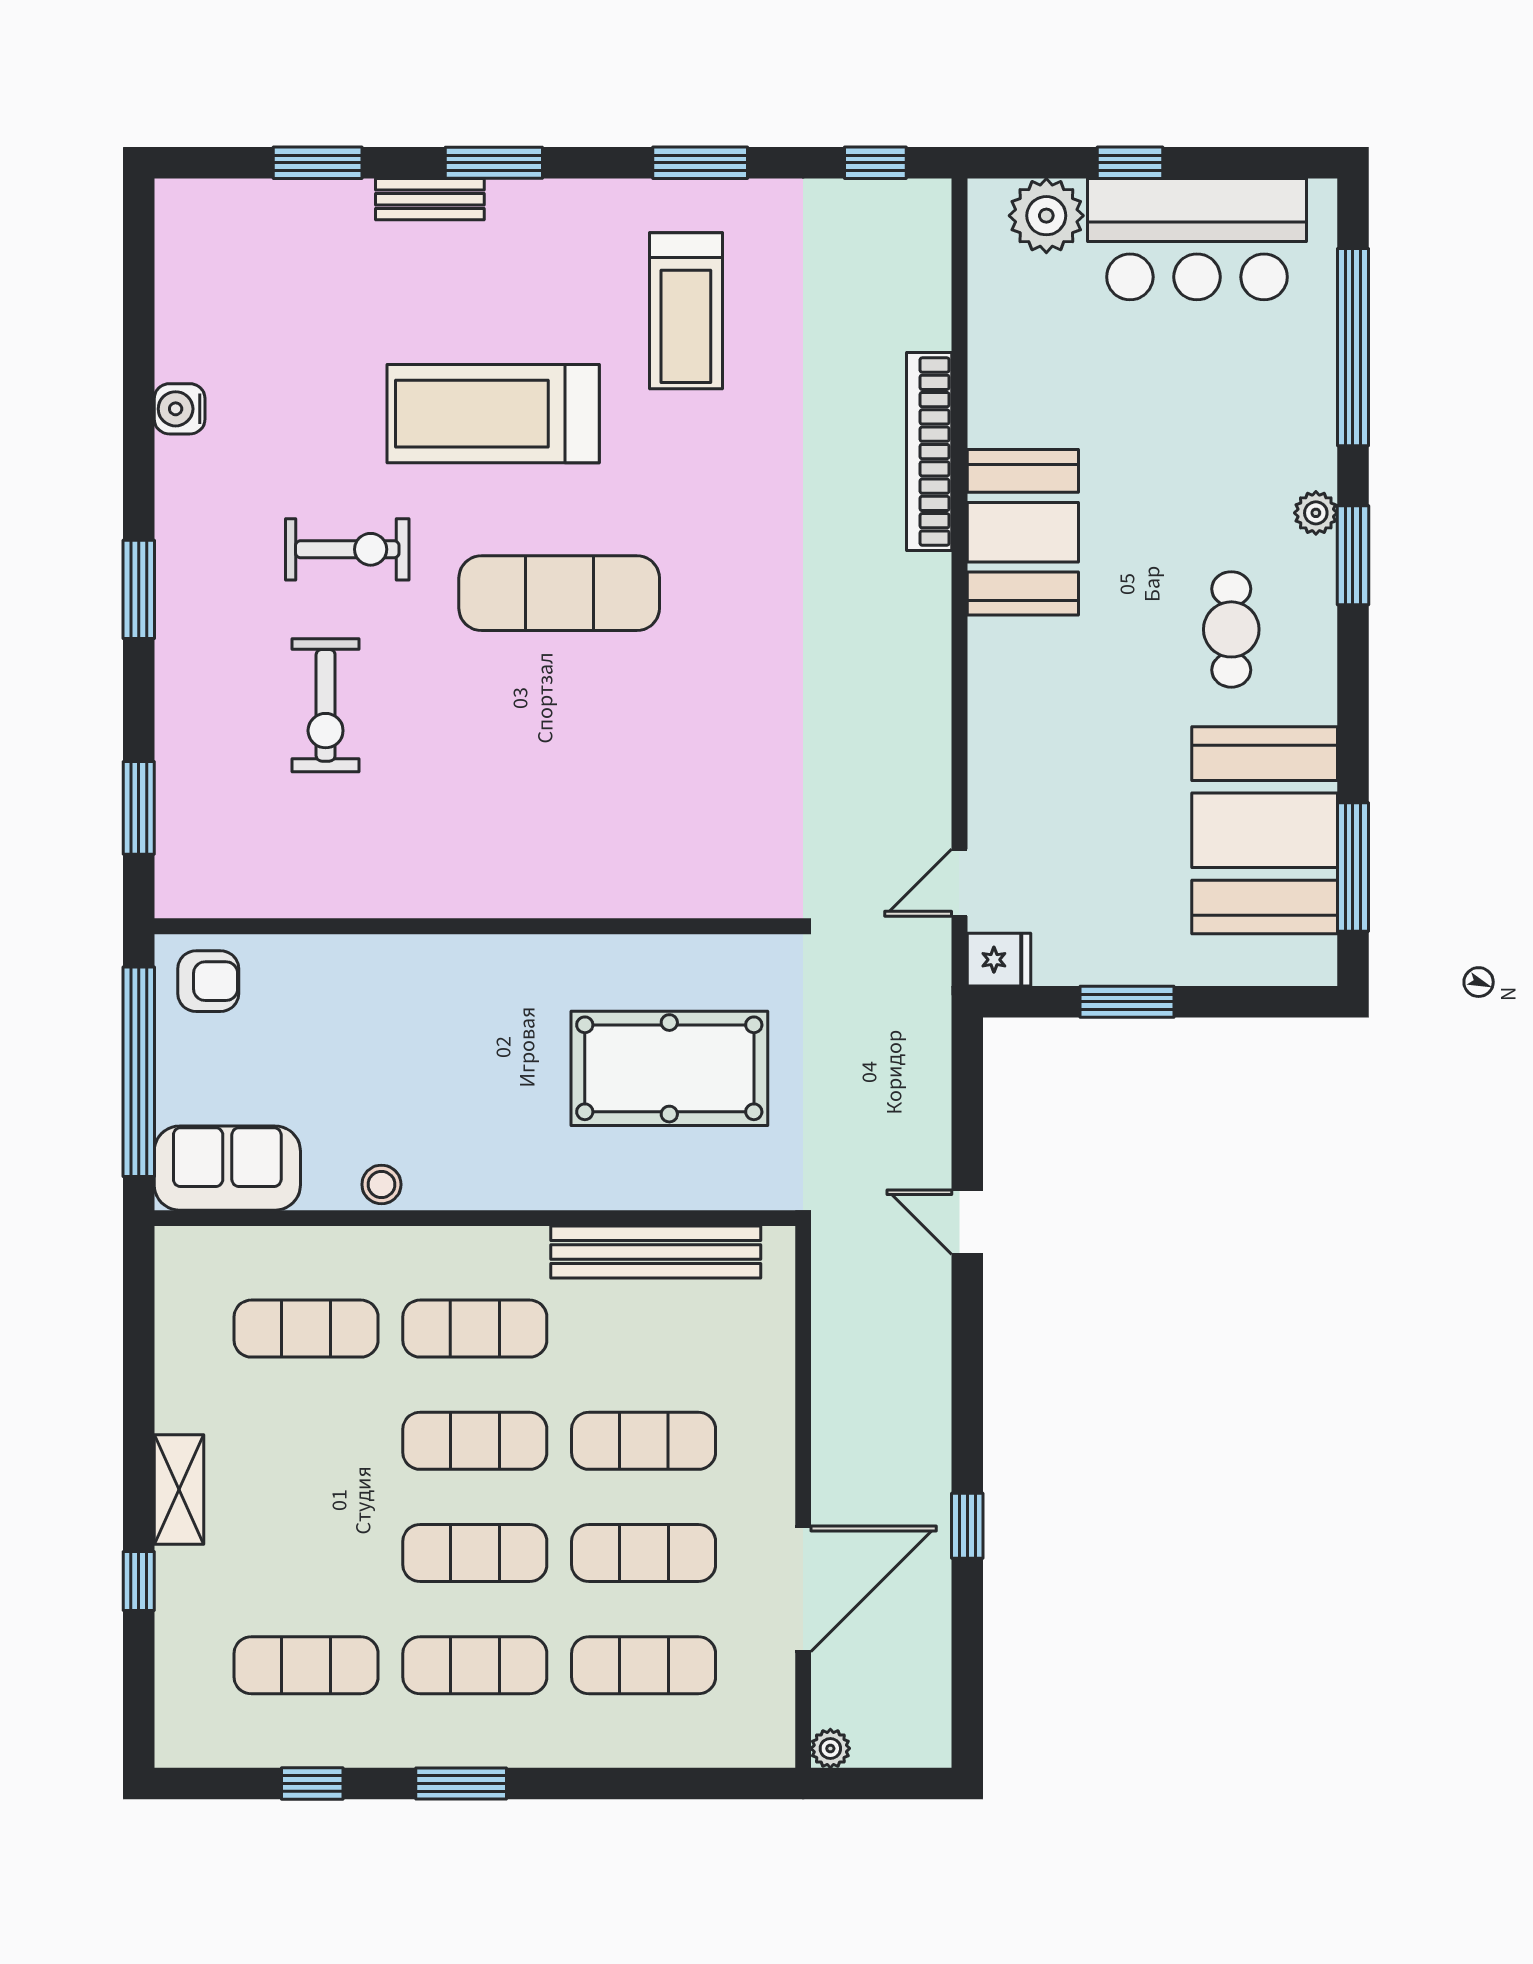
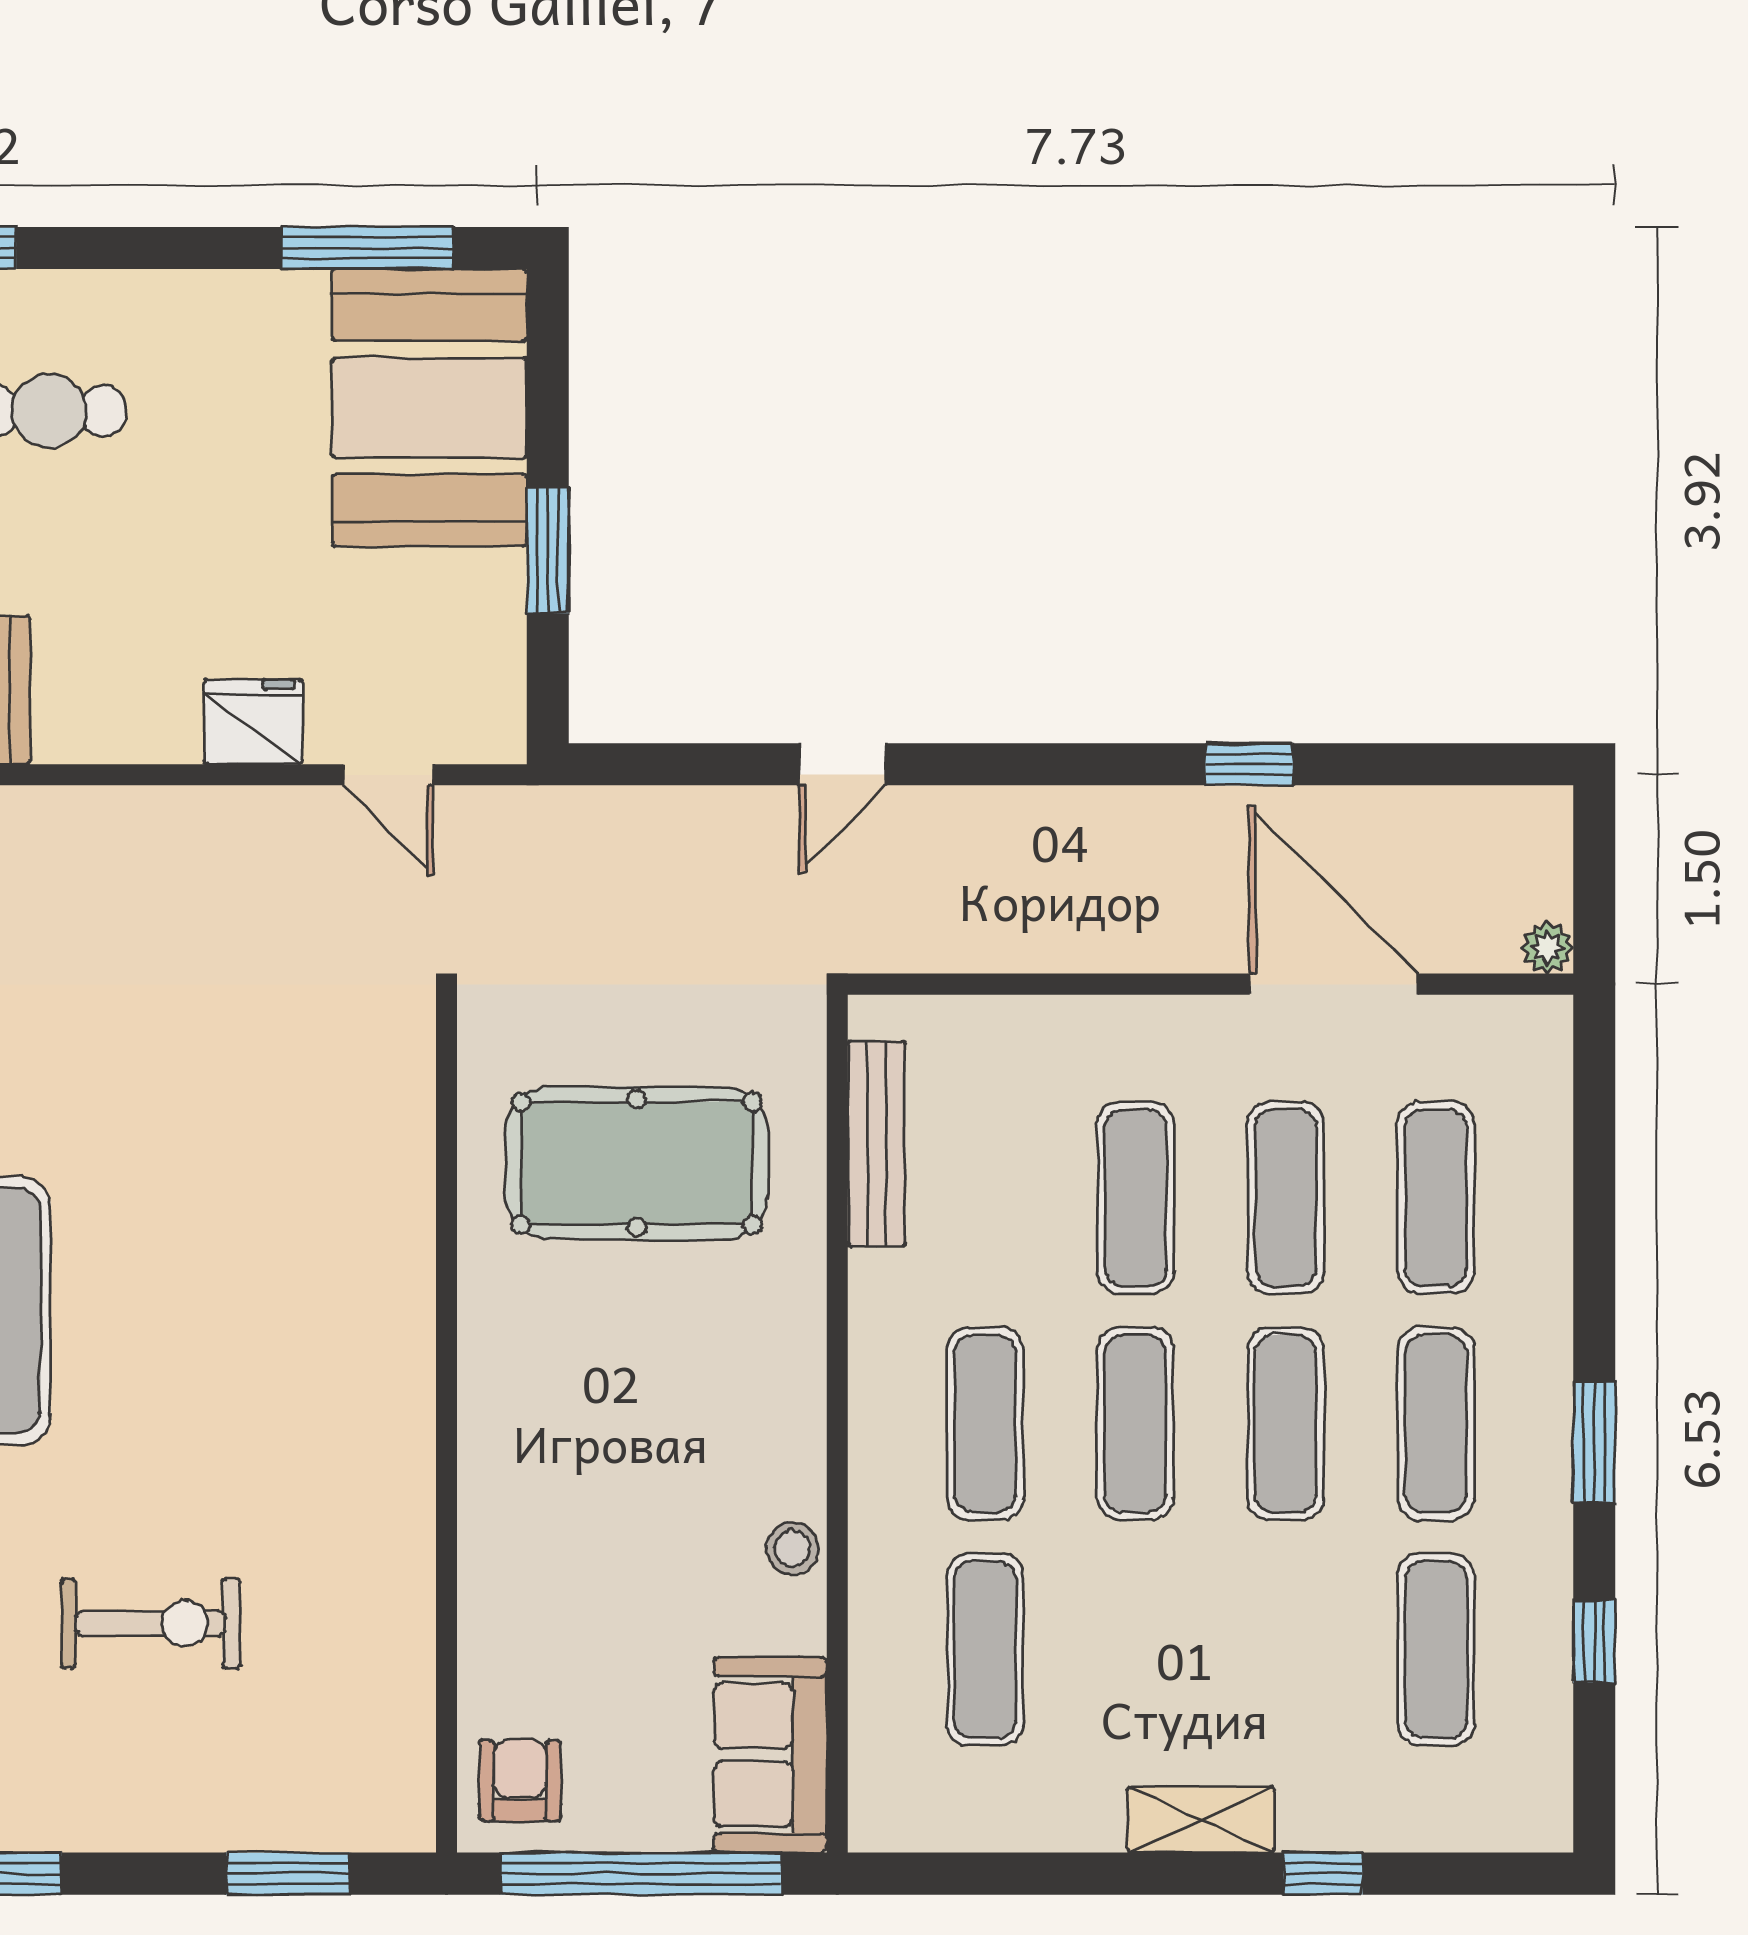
booth: (1265, 830) -> (429, 408), moved, turned 90
fridge: (999, 960) -> (253, 722), moved, width x1.38
pool table: (669, 1068) -> (637, 1163), turned 90
bench: (656, 1252) -> (876, 1144), width x0.73, depth x0.82

